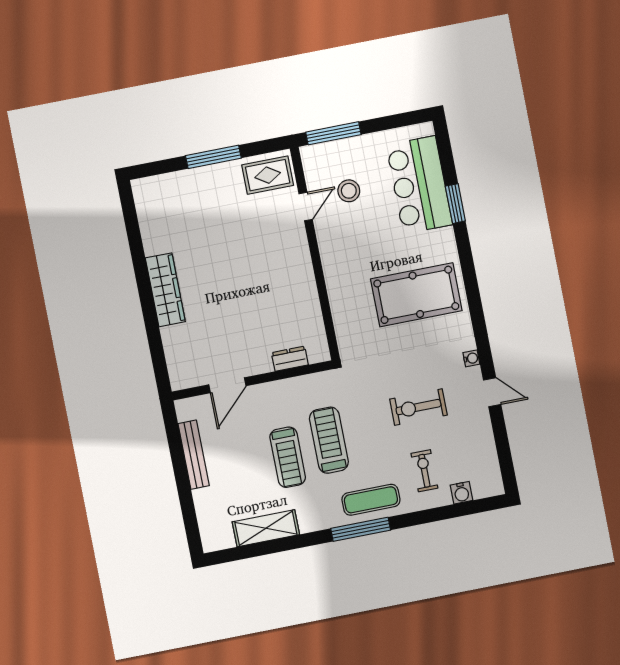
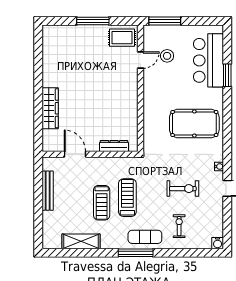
wardrobe: (165, 290) -> (50, 108), moved
dresser: (290, 359) -> (114, 146), width x1.44
door: (227, 385) -> (75, 154), swing flipped
exercise bike: (418, 407) -> (183, 189), turned 180
water cooler: (462, 493) -> (218, 243), moved

